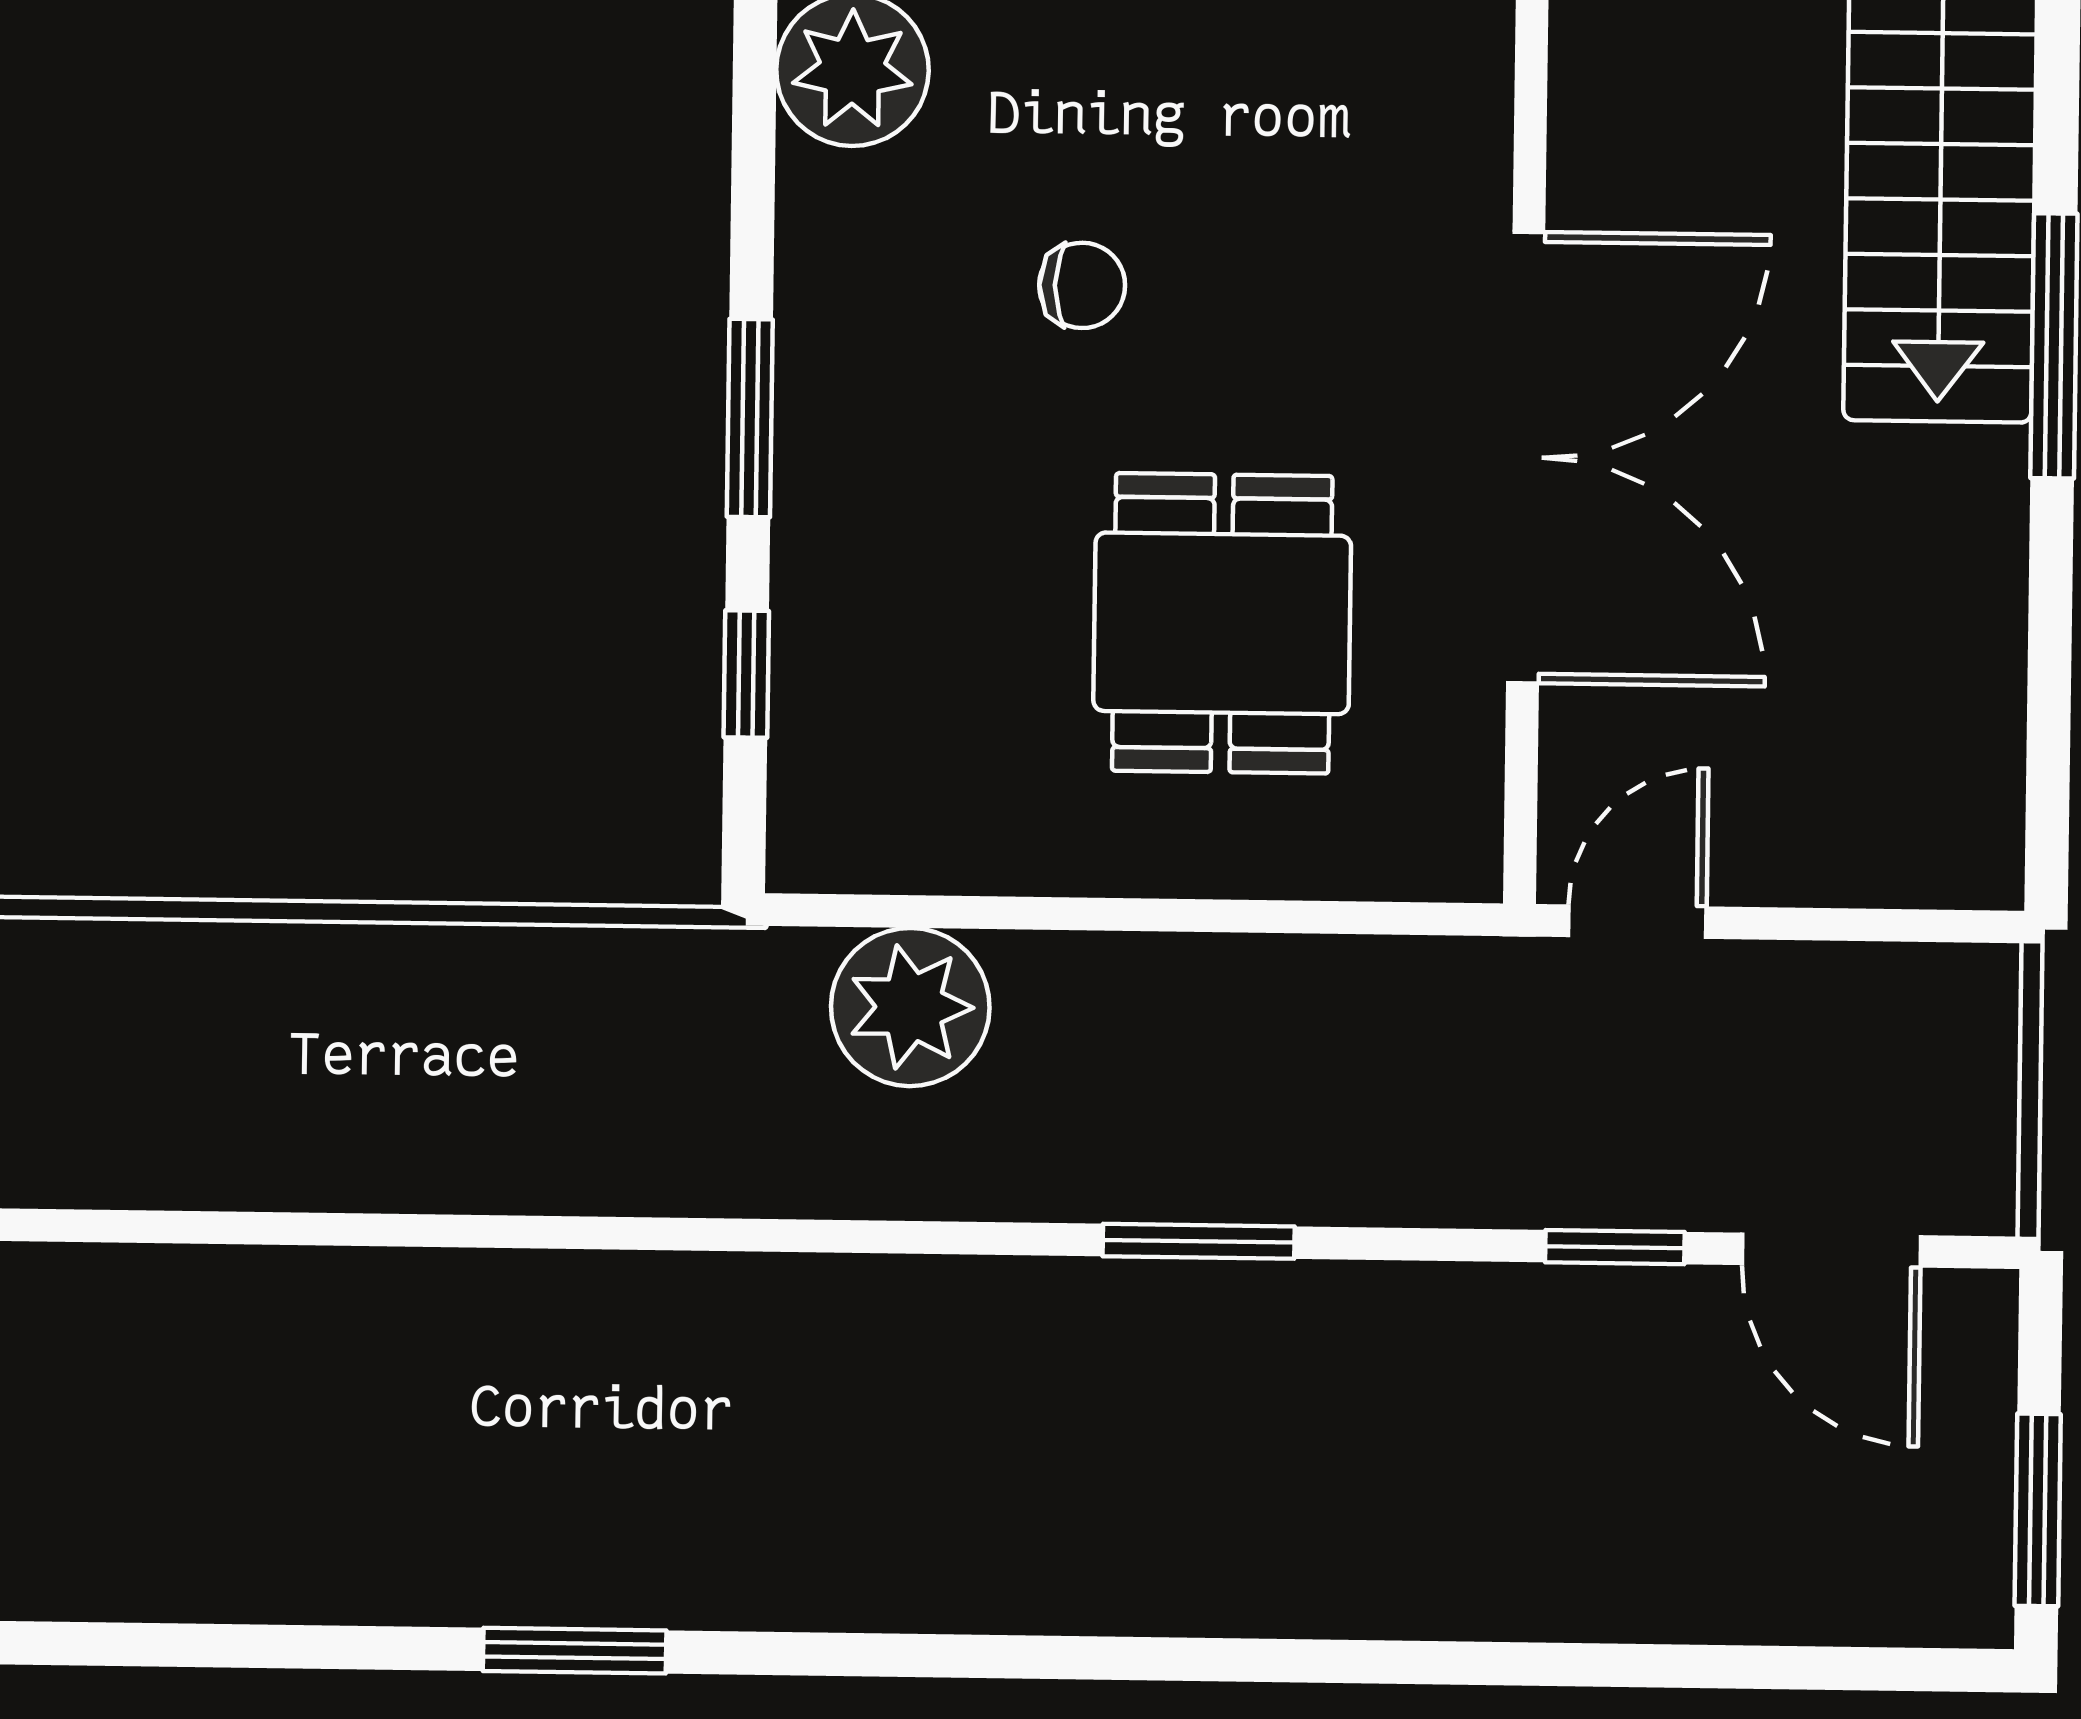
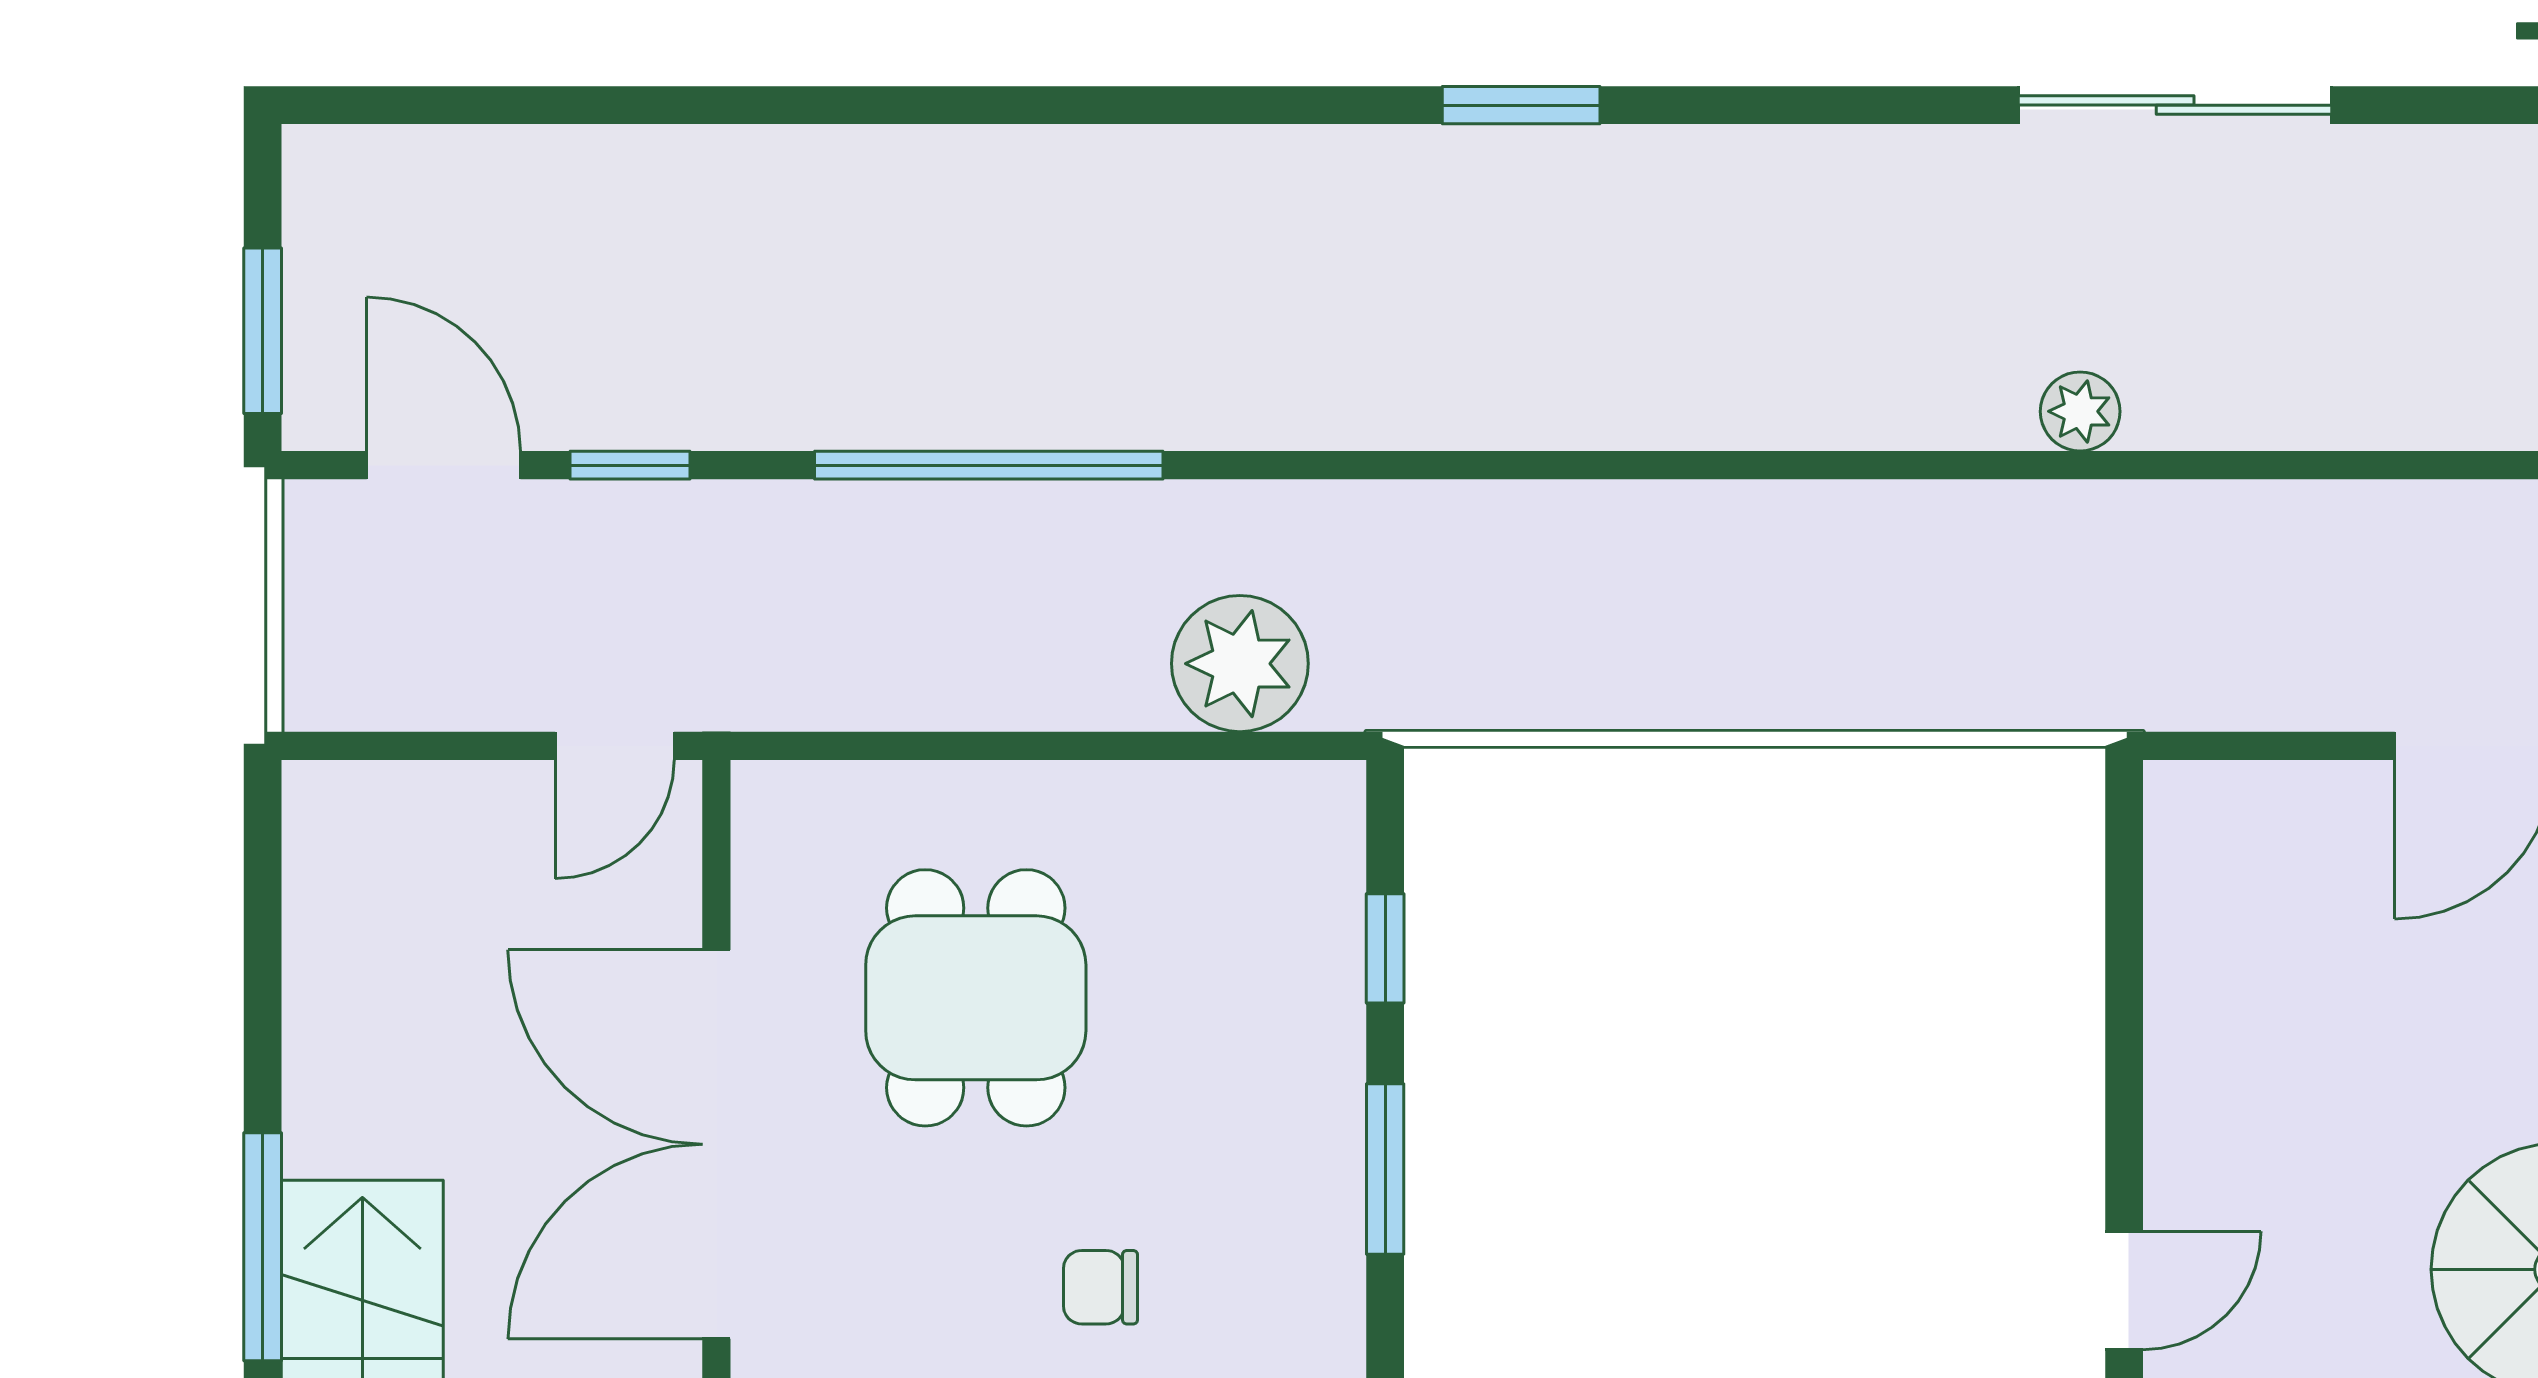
window: (1199, 1241) -> (989, 465), width x2.11
window: (2038, 1510) -> (263, 331), moved

